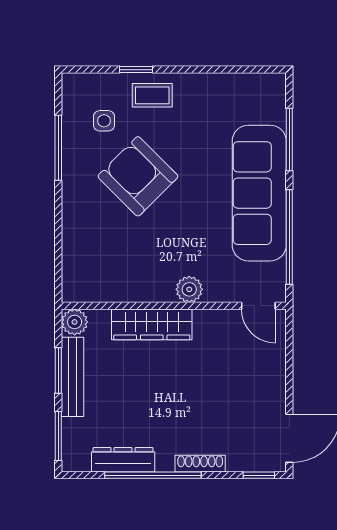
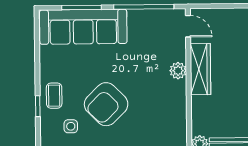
sofa: (259, 193) -> (83, 27), moved
door: (258, 306) -> (188, 26), hinge flipped
wardrobe: (152, 324) -> (200, 69), moved

